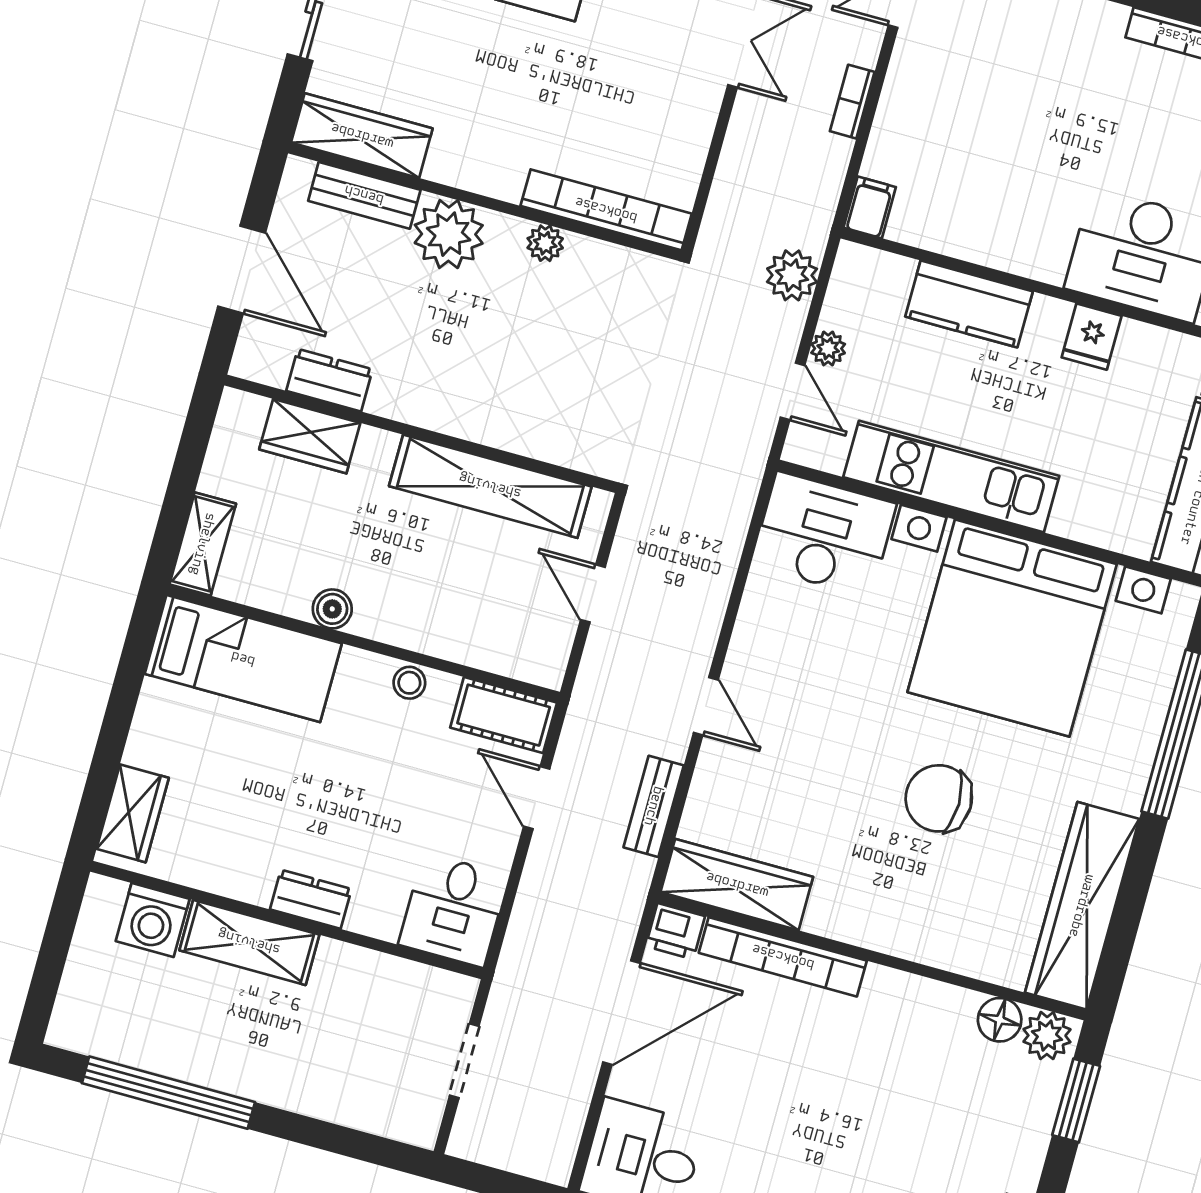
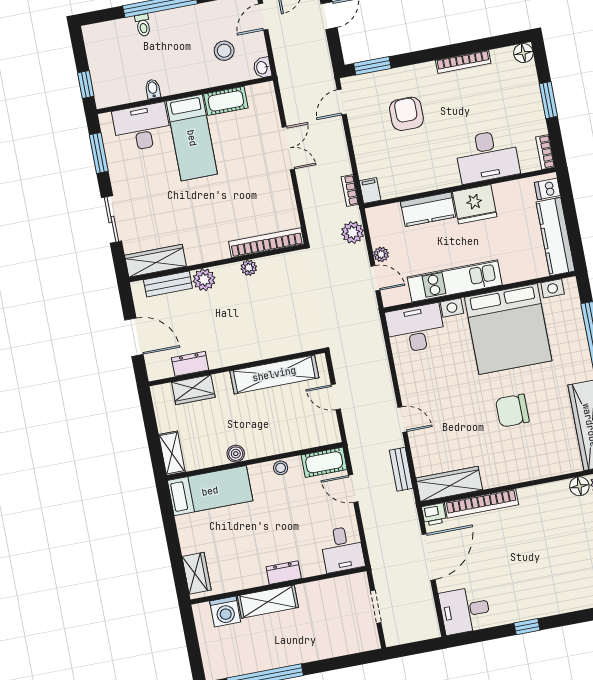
armchair: (1021, 88) -> (406, 114), added
bookcase: (852, 102) -> (350, 190), moved
plant: (449, 234) -> (204, 280), width x0.73, depth x0.73
fridge: (1092, 337) -> (475, 204), width x1.88, depth x1.34

